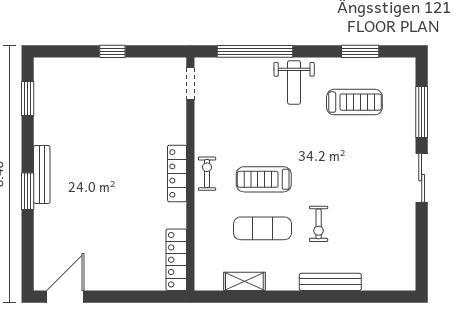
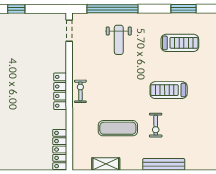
weight bench: (294, 82) -> (119, 40), moved
treadmill: (264, 179) -> (169, 90), moved

